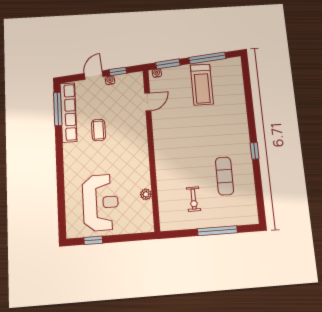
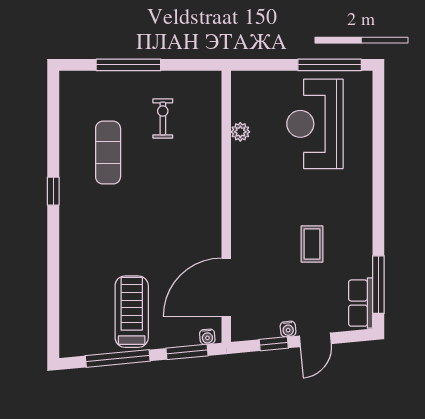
door: (148, 102) -> (226, 287), width x1.87
row of seats: (68, 112) -> (361, 303), width x0.50
window: (93, 240) -> (330, 65), width x2.17

